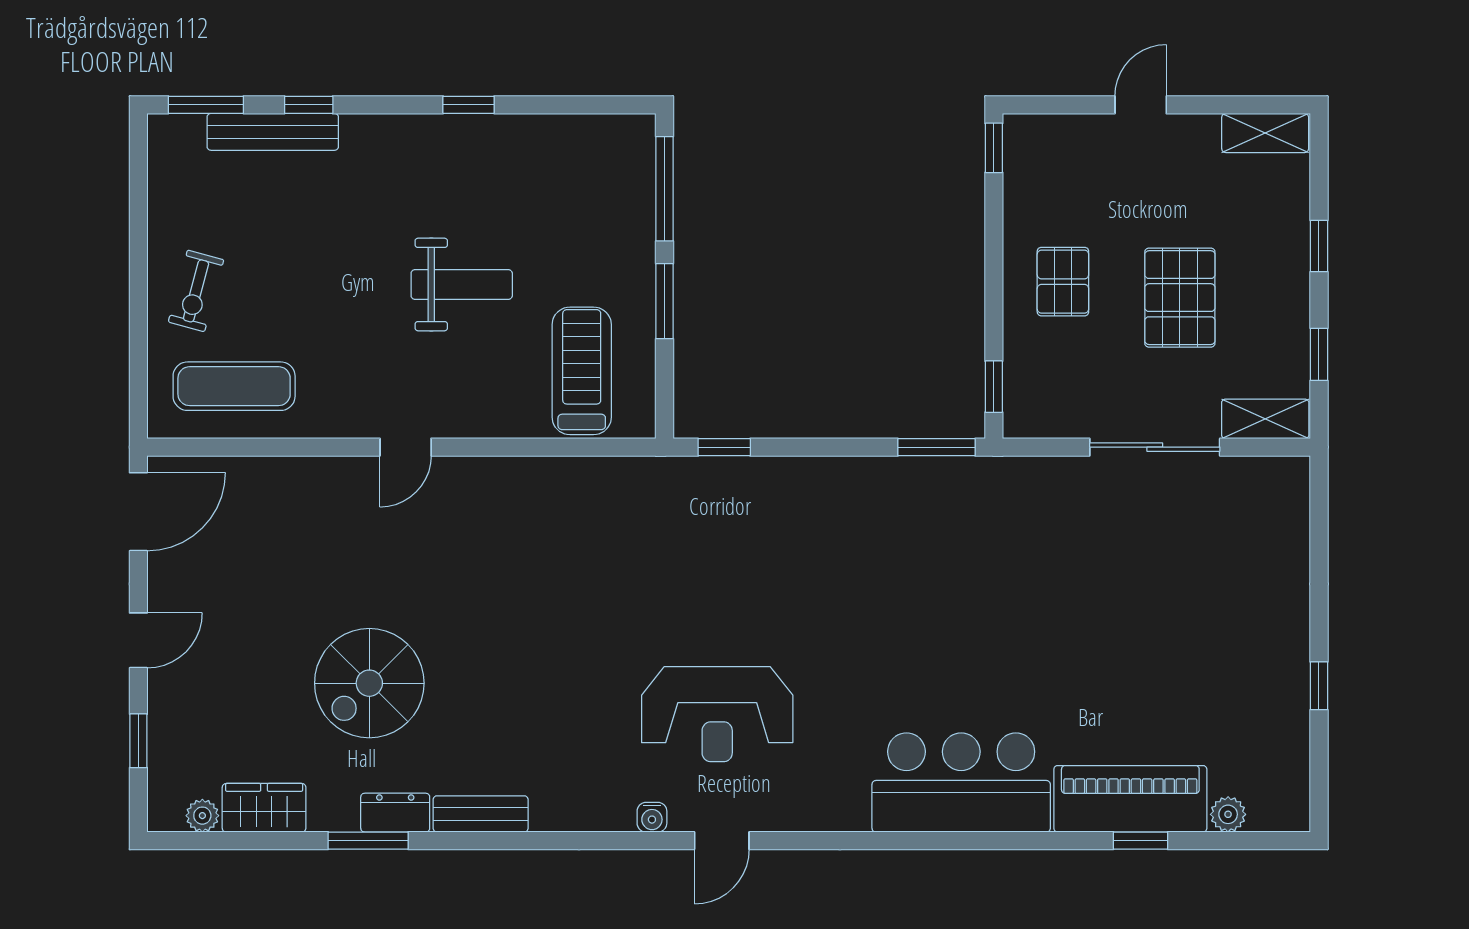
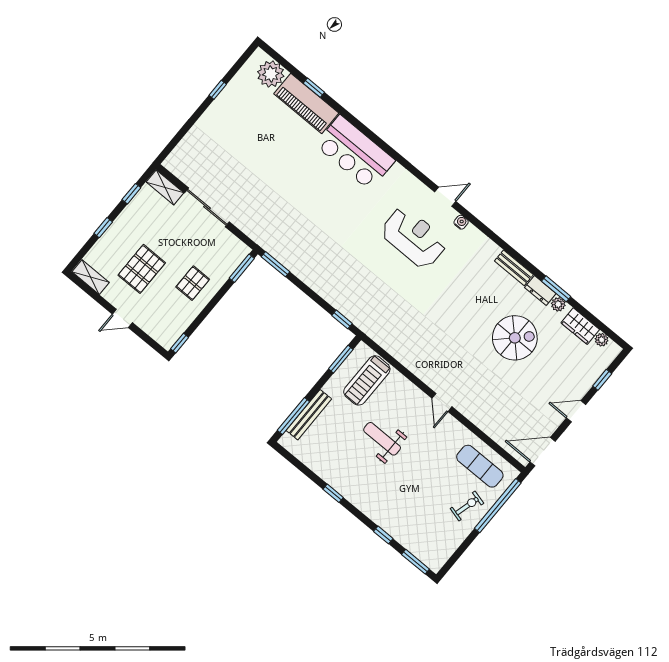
bench: (273, 132) -> (309, 415), moved, turned 90
pallet: (1180, 298) -> (142, 269), moved
window: (665, 301) -> (341, 359), moved
window: (138, 340) -> (498, 506), added
window: (994, 387) -> (242, 268), width x1.50
door: (406, 447) -> (442, 402), swing flipped
plant: (1228, 814) -> (271, 74), width x1.87, depth x1.87
plant: (340, 815) -> (558, 304), added

